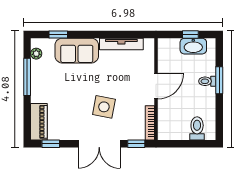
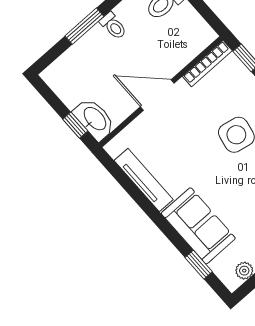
window: (190, 34) -> (75, 125), moved
washbasin: (193, 46) -> (94, 119), moved
toilet: (207, 81) -> (113, 26), moved

